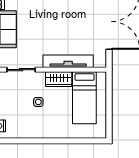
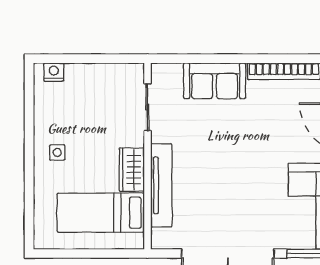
side table: (38, 102) -> (57, 152), moved

